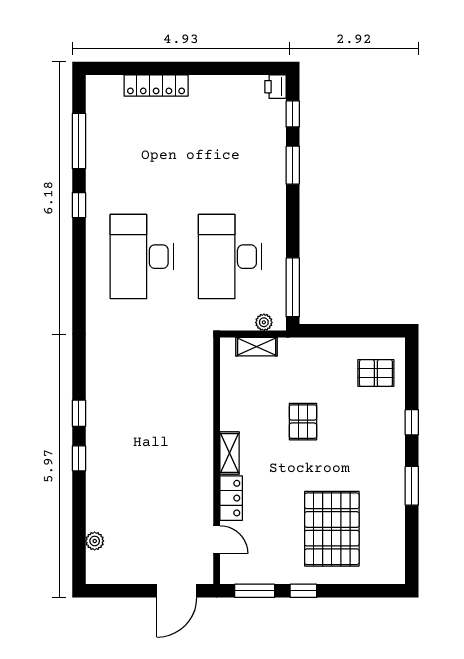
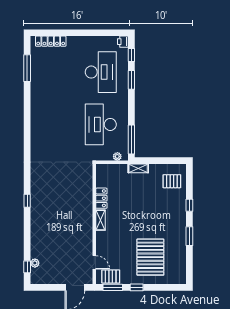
locker: (156, 86) -> (51, 41), moved
window: (79, 205) -> (27, 99), removed
desk: (142, 257) -> (101, 72), moved, turned 180
shelving: (257, 347) -> (138, 168), moved
pallet: (303, 422) -> (111, 276), moved, turned 90
window: (79, 458) -> (27, 267), moved
locker: (231, 498) -> (101, 198), moved

